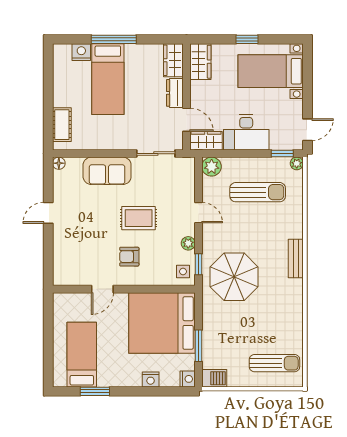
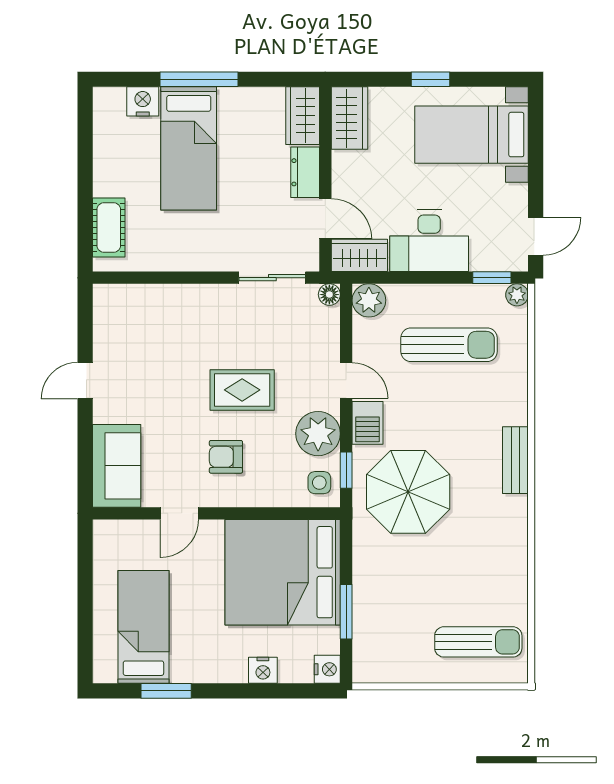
floor lamp: (59, 163) -> (329, 295), moved
sofa: (107, 171) -> (117, 466), moved, turned -90
plant: (188, 243) -> (318, 434), width x1.88, depth x1.88
barbecue: (214, 378) -> (367, 423), moved, turned 90

